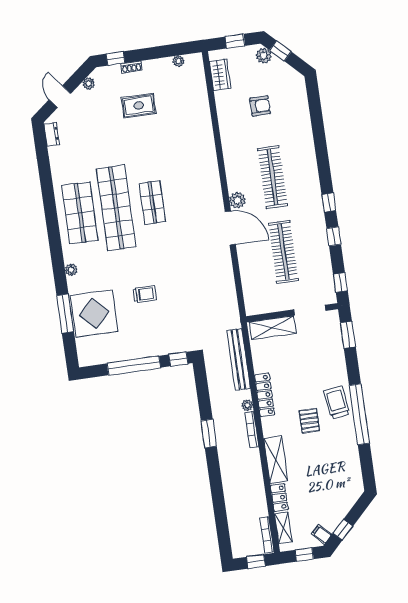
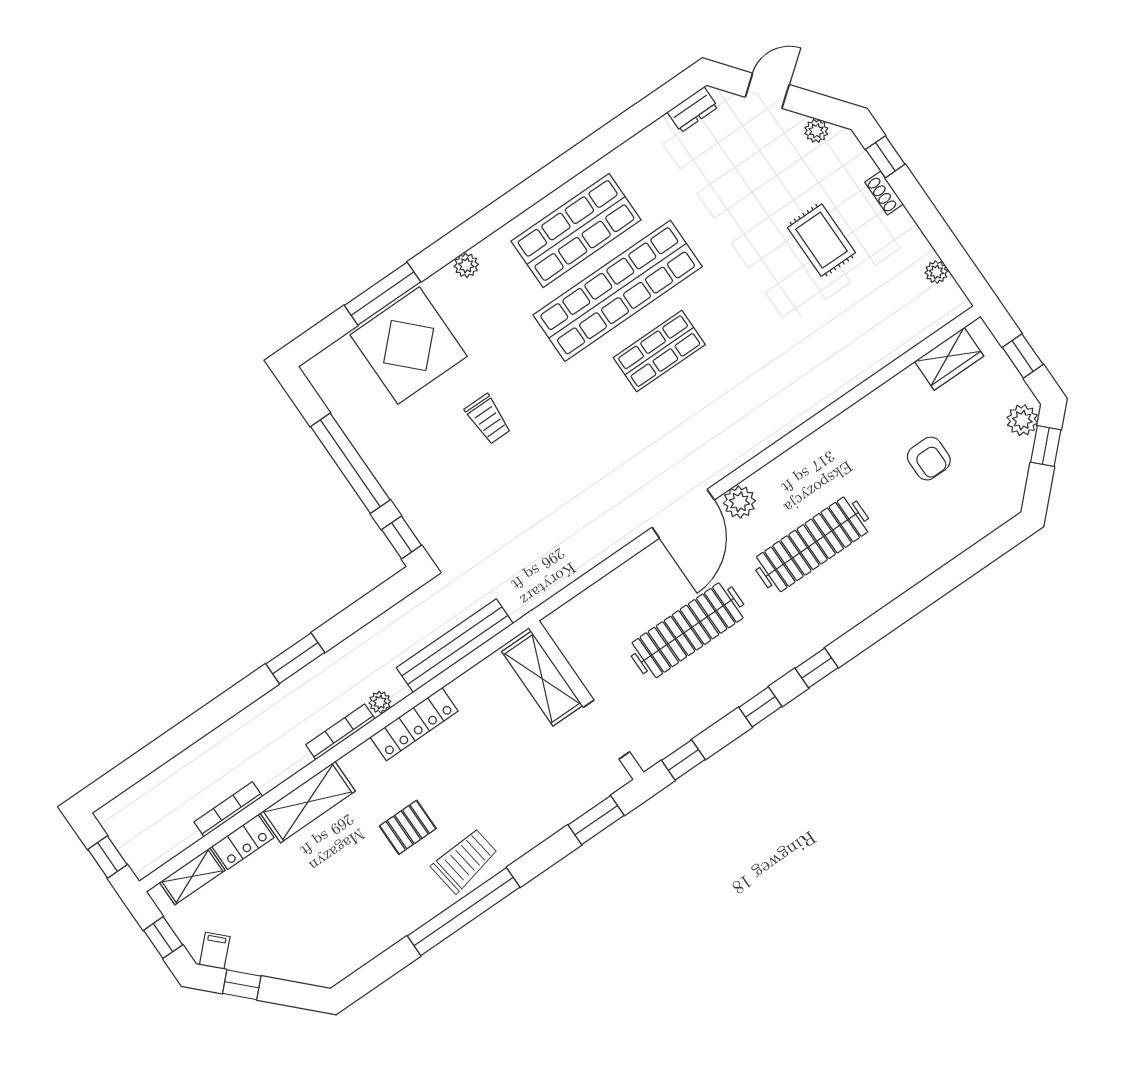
bookcase: (267, 535) -> (228, 809), moved

